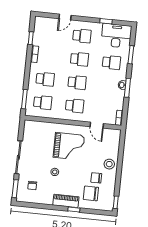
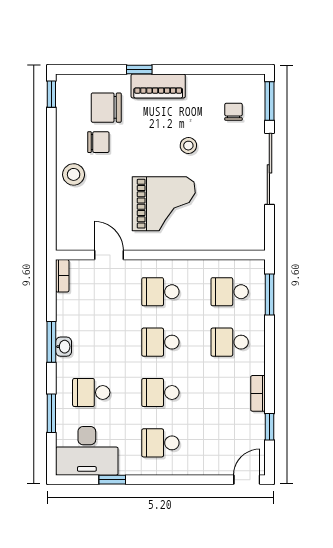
door: (65, 17) -> (247, 480), moved
grand piano: (69, 146) -> (164, 204), turned 180
chair: (91, 193) -> (106, 108), turned 180

